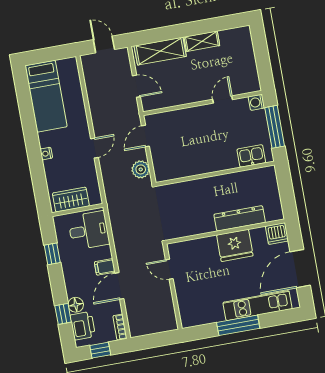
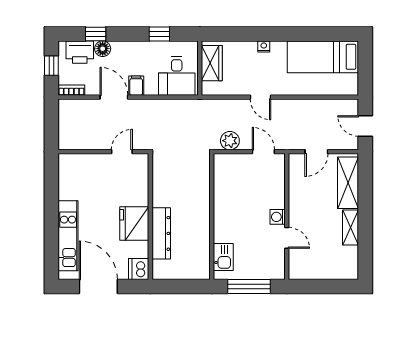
door: (104, 45) -> (365, 126), swing flipped
washing machine: (256, 102) -> (278, 217), moved, turned -90
window: (238, 325) -> (51, 212), removed

